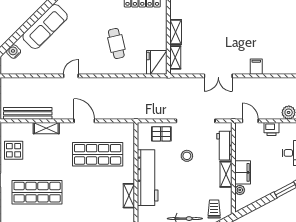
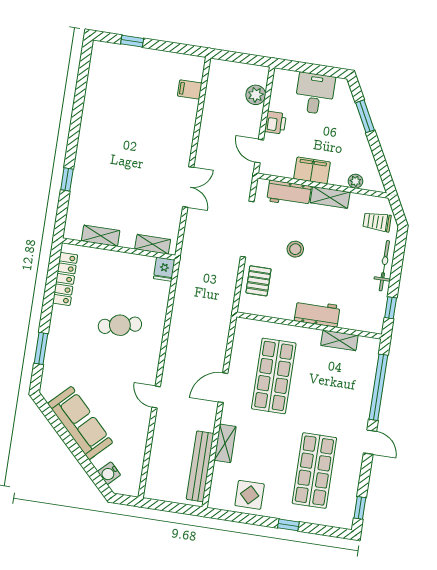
shelving: (176, 32) -> (101, 236), moved
fridge: (157, 62) -> (164, 269), width x0.53, depth x0.75
filing cabinet: (256, 67) -> (190, 89), moved
door: (250, 121) -> (259, 151), hinge flipped
filing cabinet: (243, 172) -> (312, 170), moved
workbench: (148, 178) -> (317, 313), width x0.53, depth x0.76

